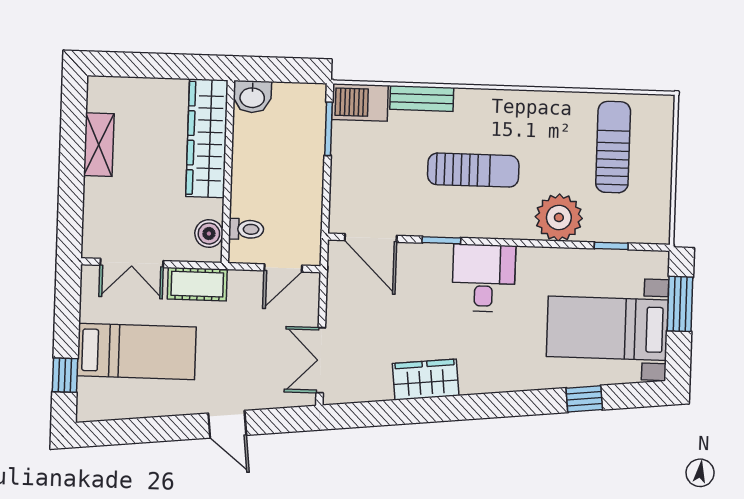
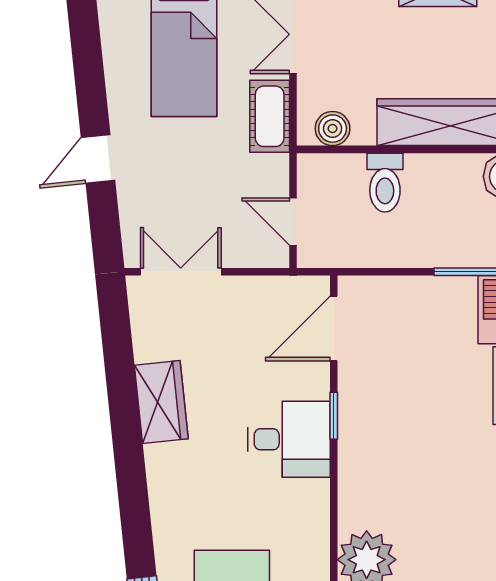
sun lounger: (473, 170) -> (422, 452), removed
toilet: (246, 229) -> (385, 183), moved, width x1.37, depth x1.39
desk: (484, 278) -> (289, 439), moved

